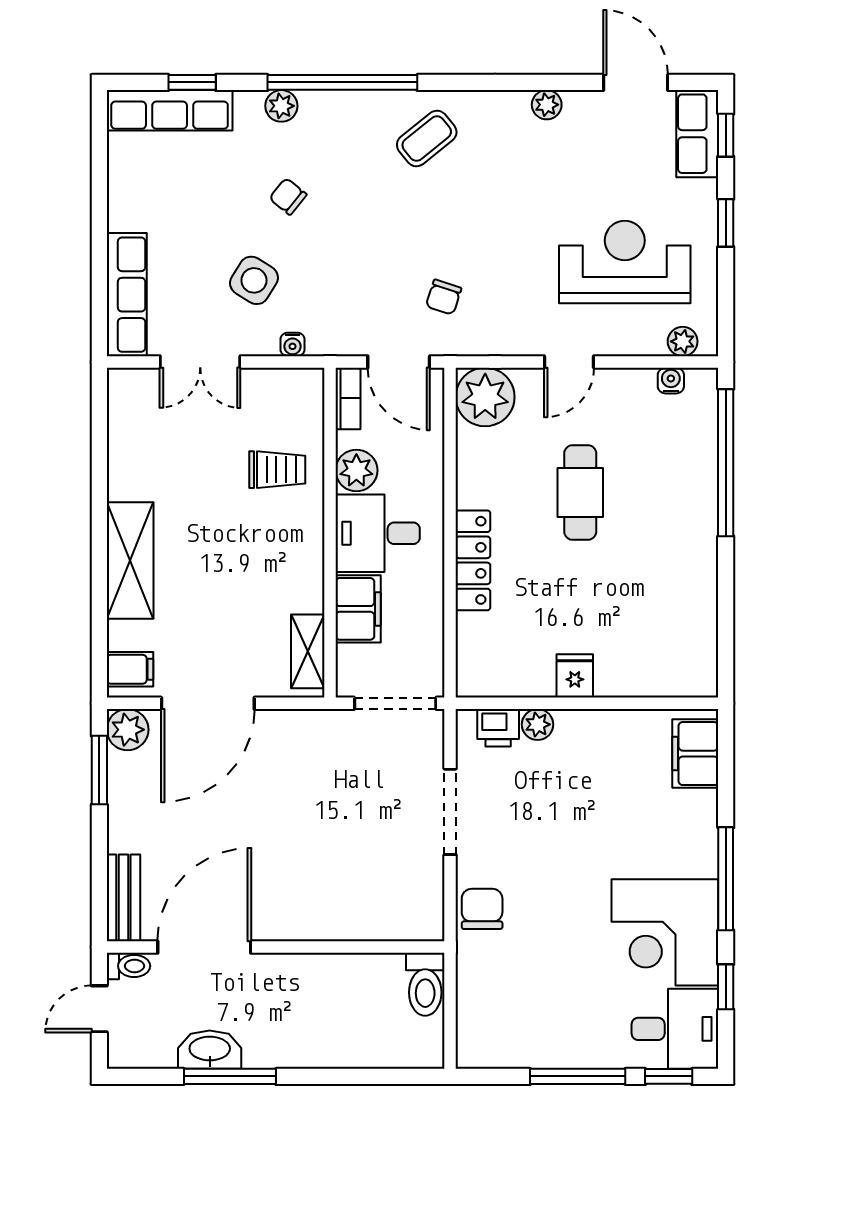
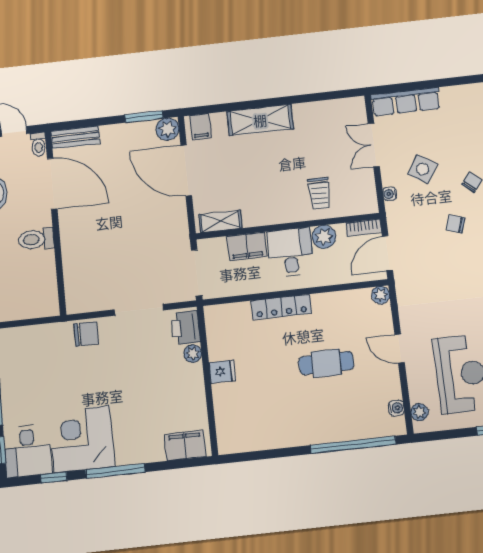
chair: (444, 297) -> (456, 224), moved
plant: (485, 397) -> (381, 295), width x0.53, depth x0.53
printer: (498, 728) -> (186, 328), width x1.36, depth x1.24
toilet: (425, 984) -> (36, 239), moved

